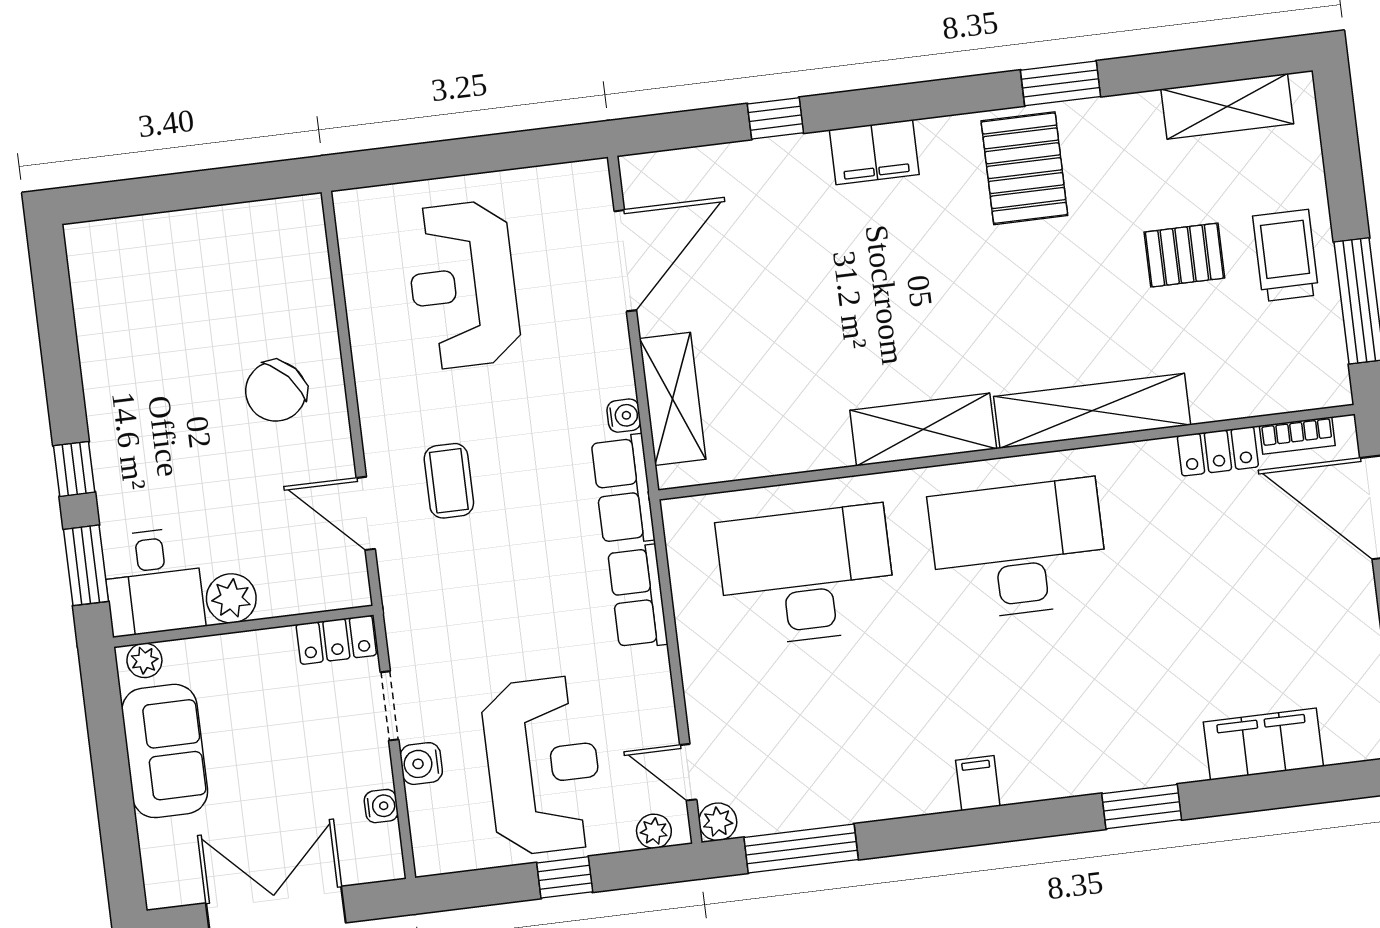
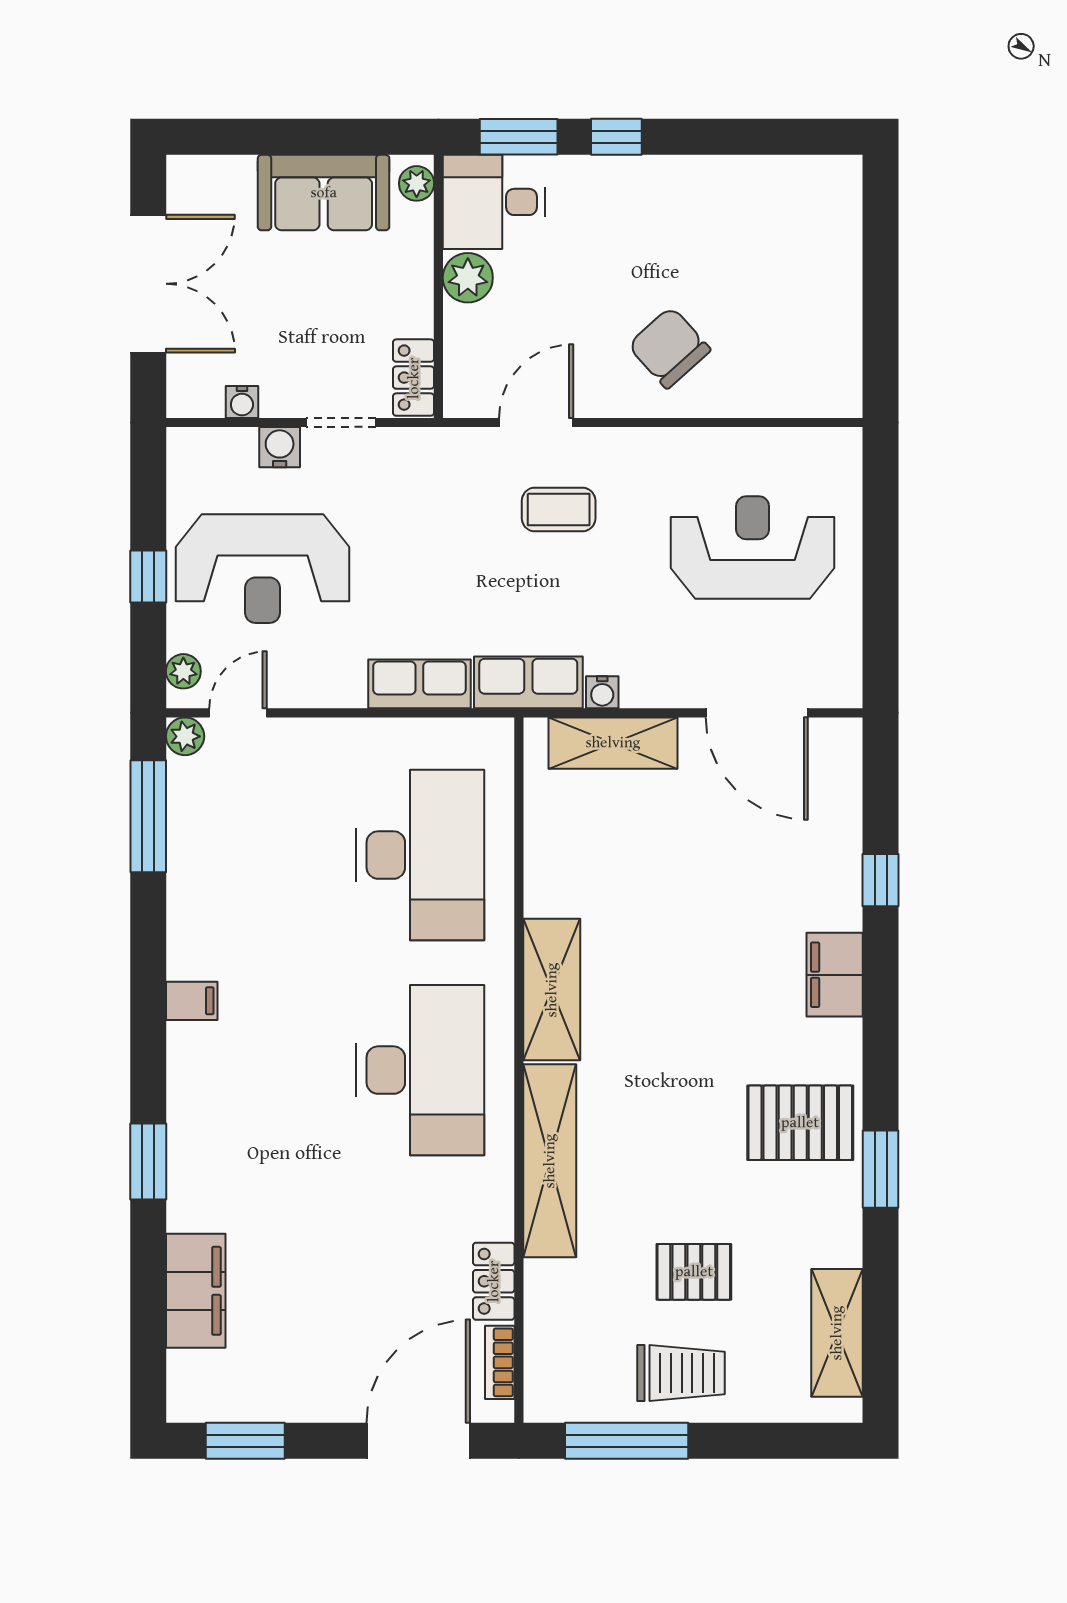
pallet: (1184, 255) -> (694, 1272), turned 90

